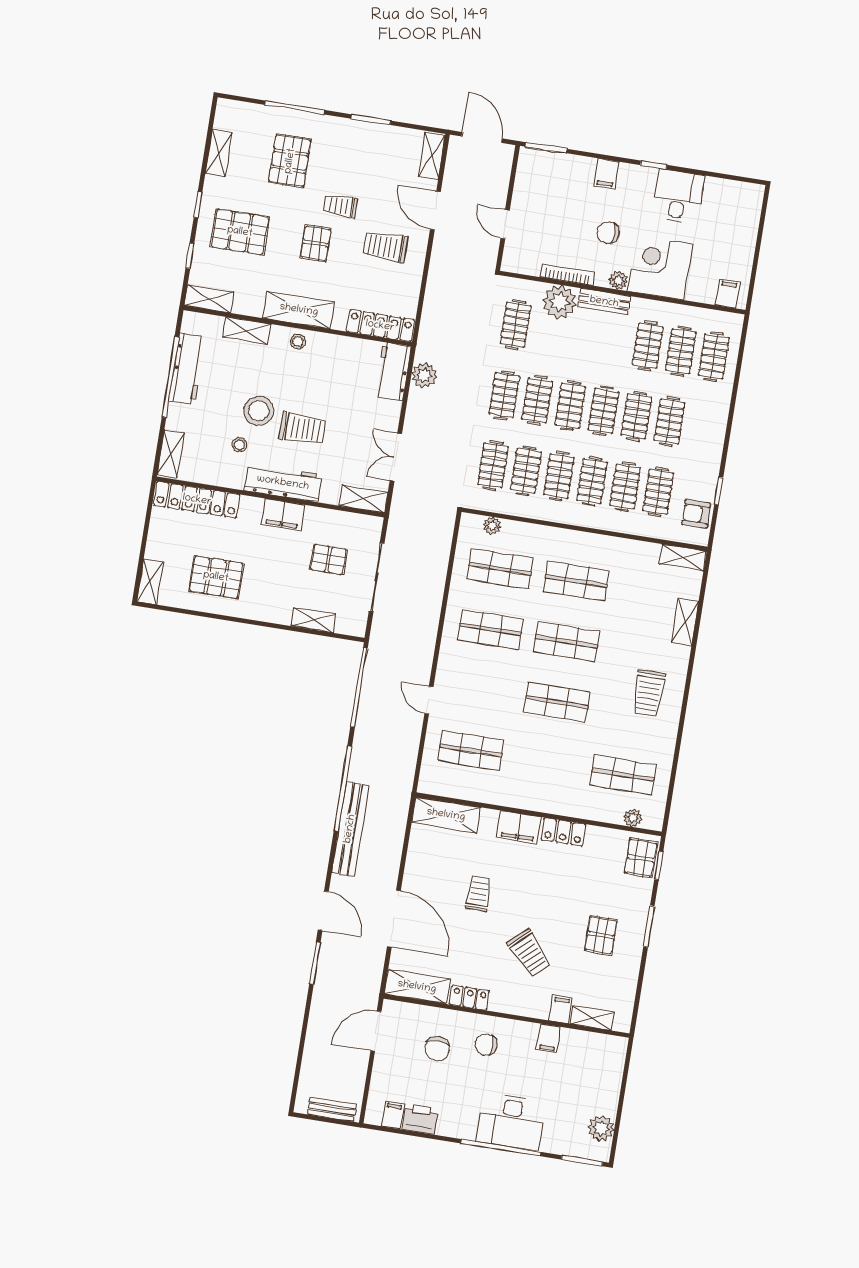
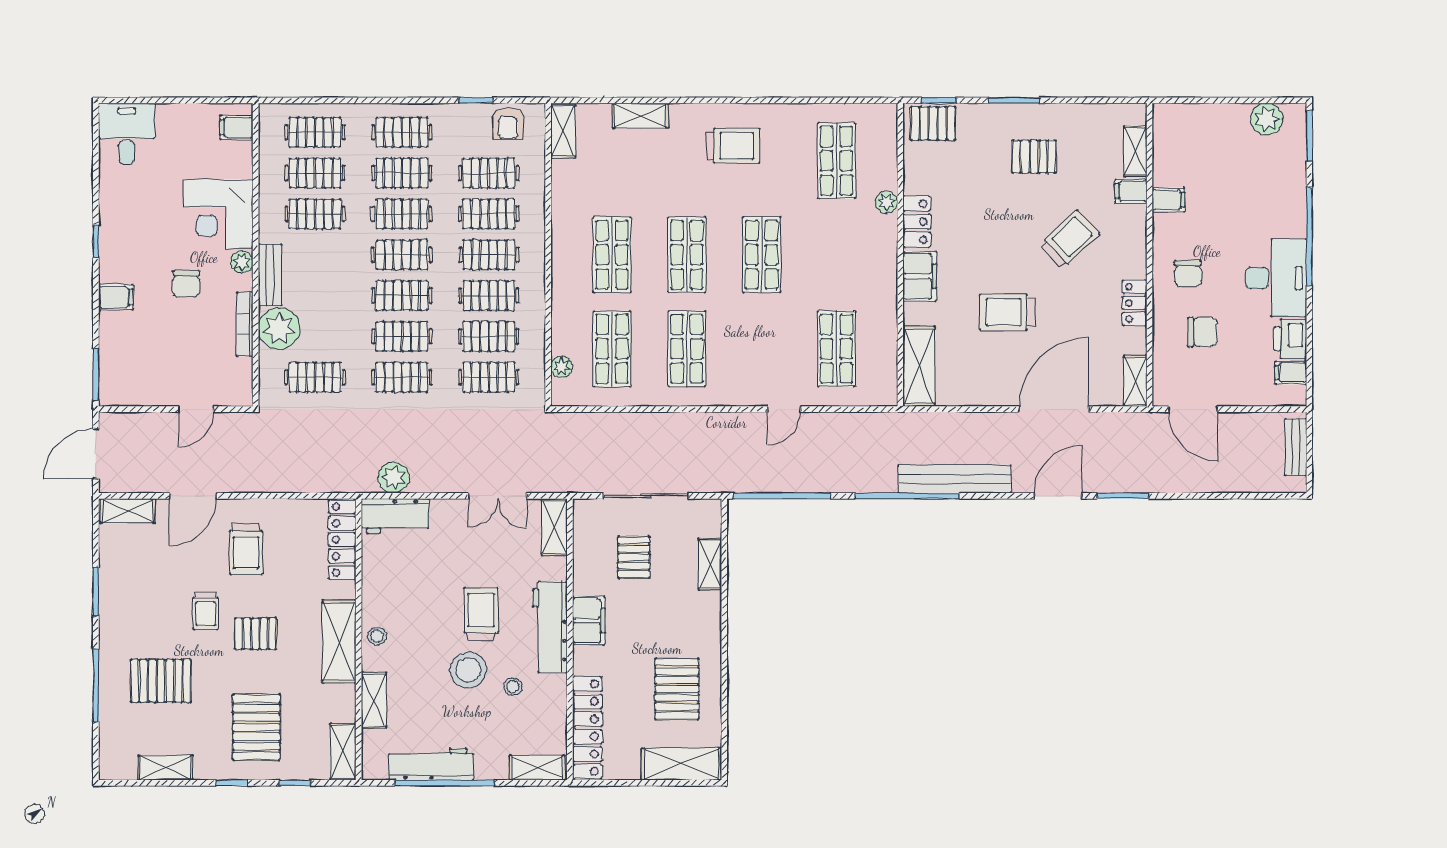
desk: (678, 196) -> (127, 133), moved, turned 90
clothes rail: (703, 427) -> (402, 132), added
shelving: (150, 581) -> (681, 764), width x1.50, depth x1.33
plant: (633, 818) -> (887, 202), moved
trolley: (478, 893) -> (1007, 312), width x1.36, depth x1.39
shelving: (417, 987) -> (1135, 381), width x0.67, depth x0.75
desk: (511, 1122) -> (1276, 278), moved

